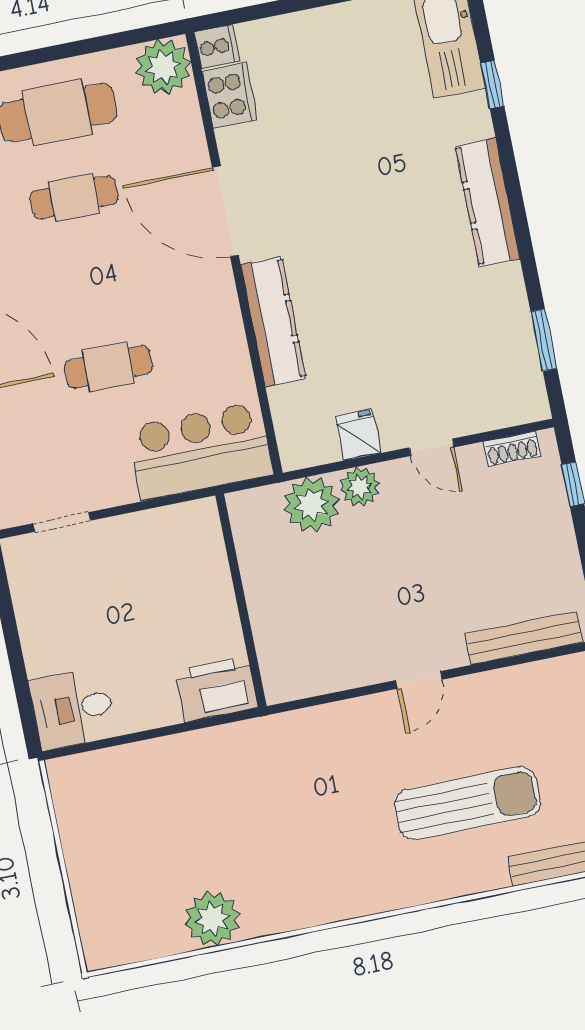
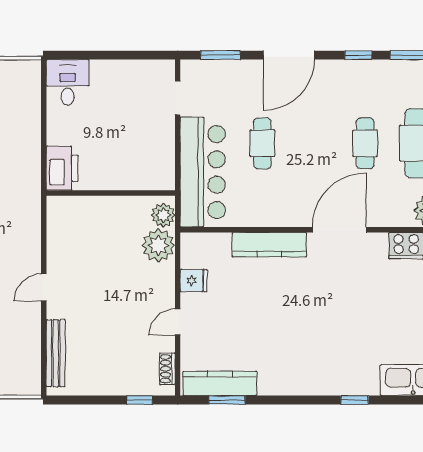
window: (492, 85) -> (355, 400), moved
kitchen counter: (488, 202) -> (220, 383), moved
bar counter: (200, 451) -> (203, 172), width x1.36
plant: (360, 487) -> (163, 215), moved
door: (419, 680) -> (44, 287), hinge flipped

